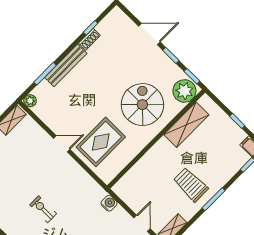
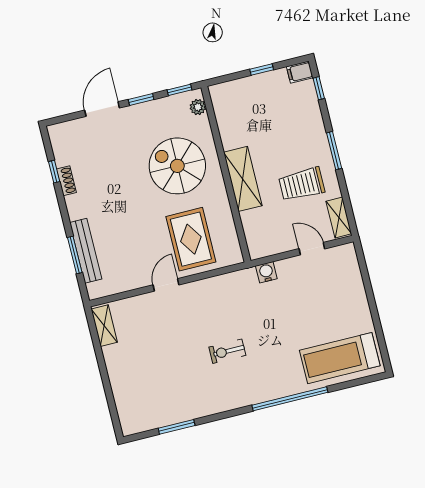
bench: (66, 65) -> (86, 251), moved
plant: (184, 91) -> (198, 107), width x0.53, depth x0.53
plant: (30, 101) -> (95, 291), removed
shelving: (186, 125) -> (243, 179), moved
trolley: (191, 185) -> (302, 184), moved

